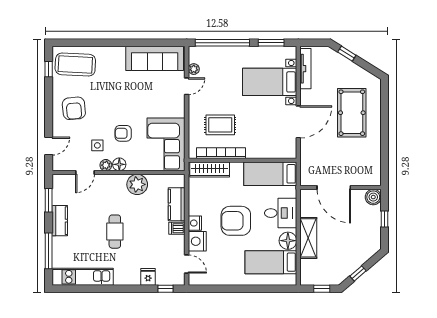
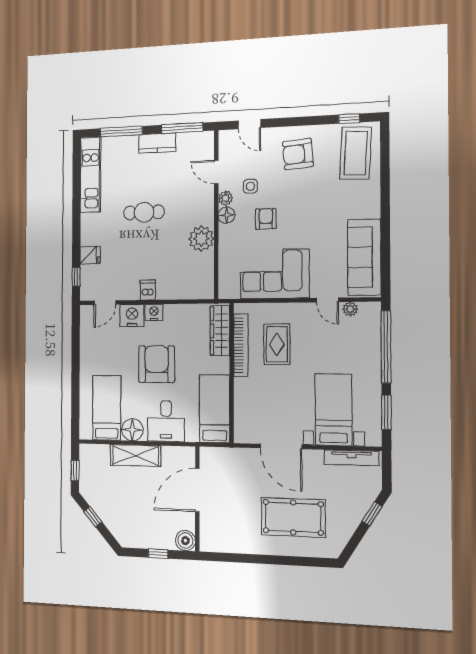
corner sofa: (166, 144) -> (275, 274), moved
window: (49, 200) -> (182, 128), width x1.44
kitchen counter: (177, 204) -> (177, 289), removed

